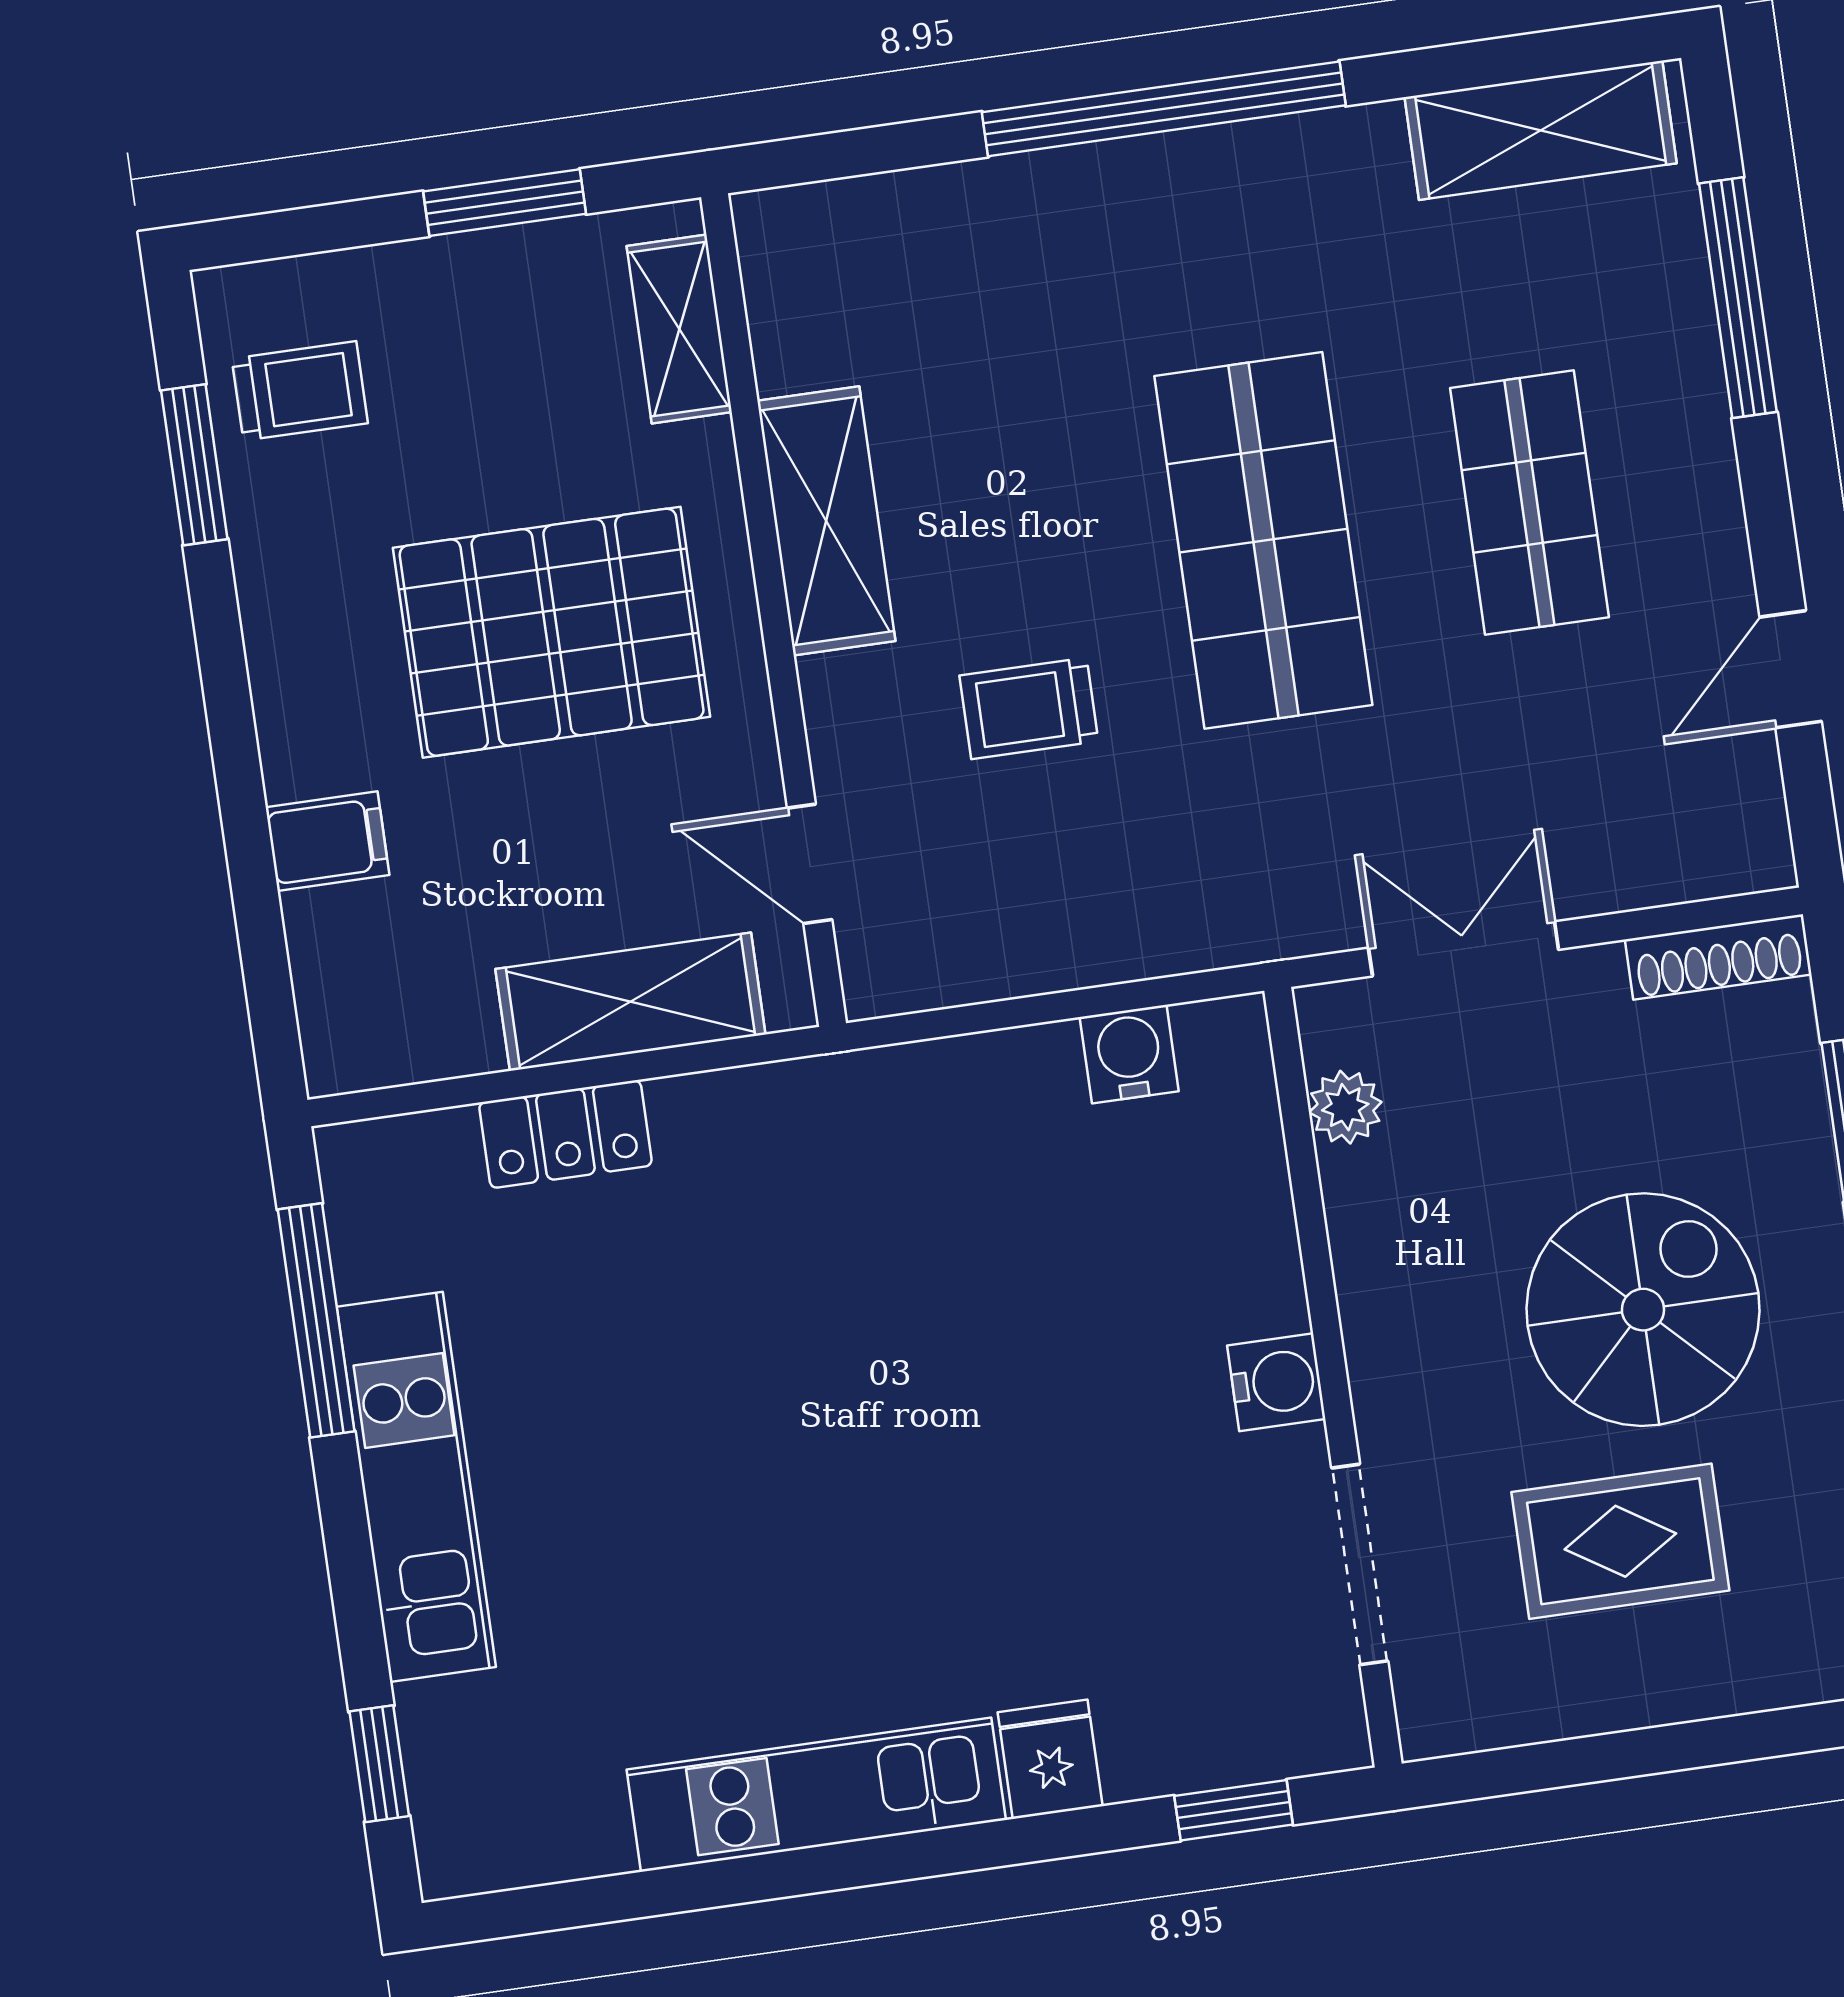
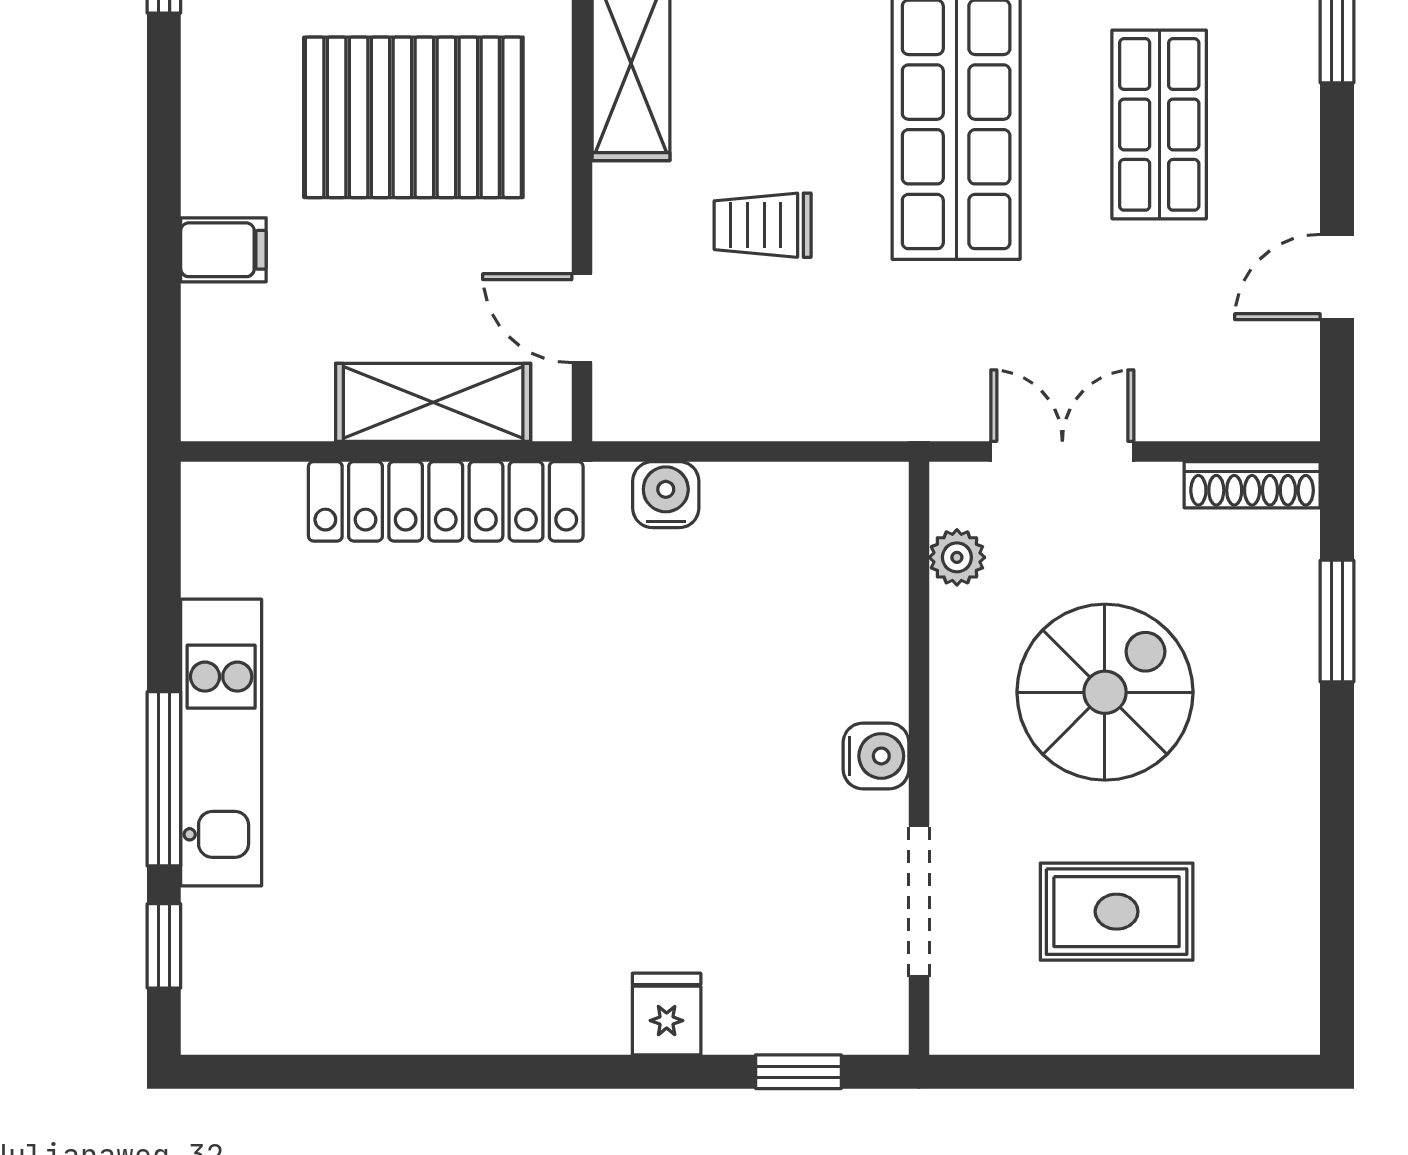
water cooler: (1129, 1054) -> (666, 495), moved
locker: (565, 1134) -> (446, 501), width x2.16, depth x1.21
spiral stairs: (1643, 1310) -> (1105, 692), moved
window: (316, 1320) -> (164, 779), moved
kitchen unit: (816, 1795) -> (488, 1016), removed

